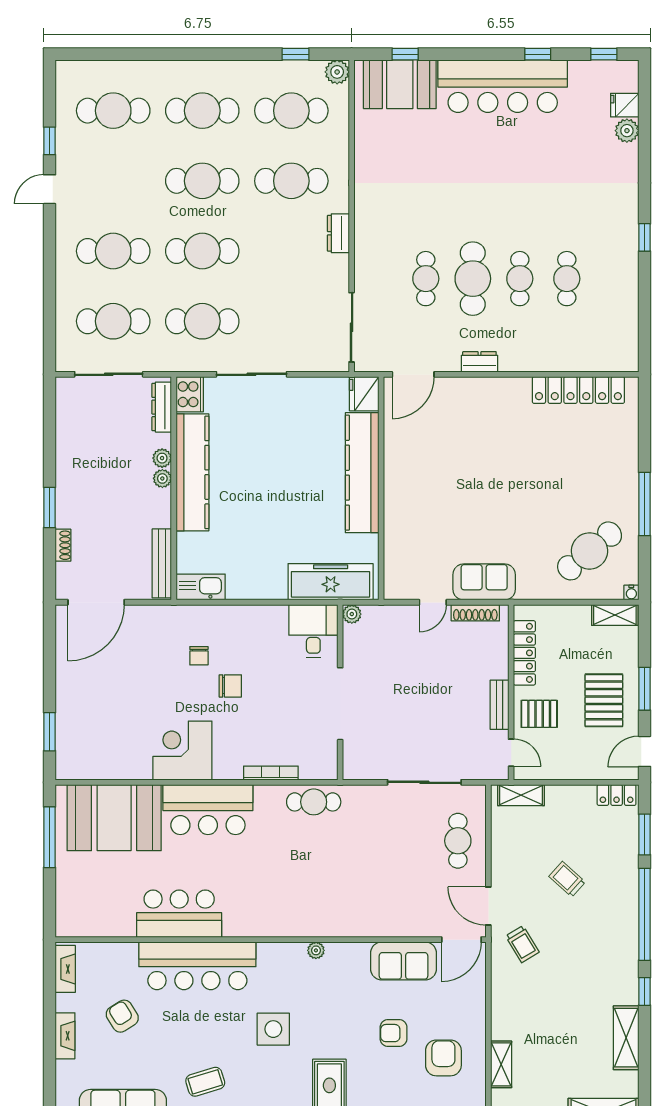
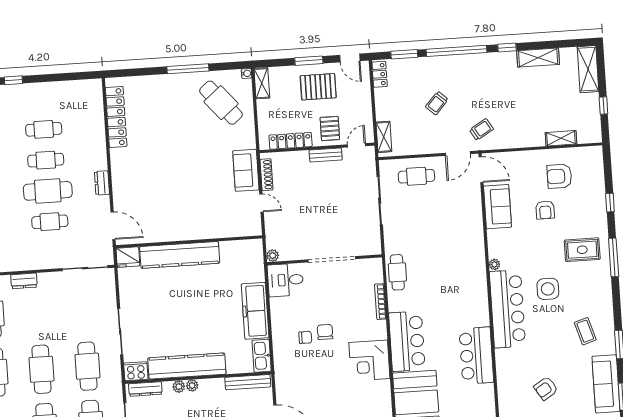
freezer: (331, 582) -> (255, 311), moved
chair: (199, 656) -> (305, 337), moved
bar counter: (197, 966) -> (507, 309), moved

